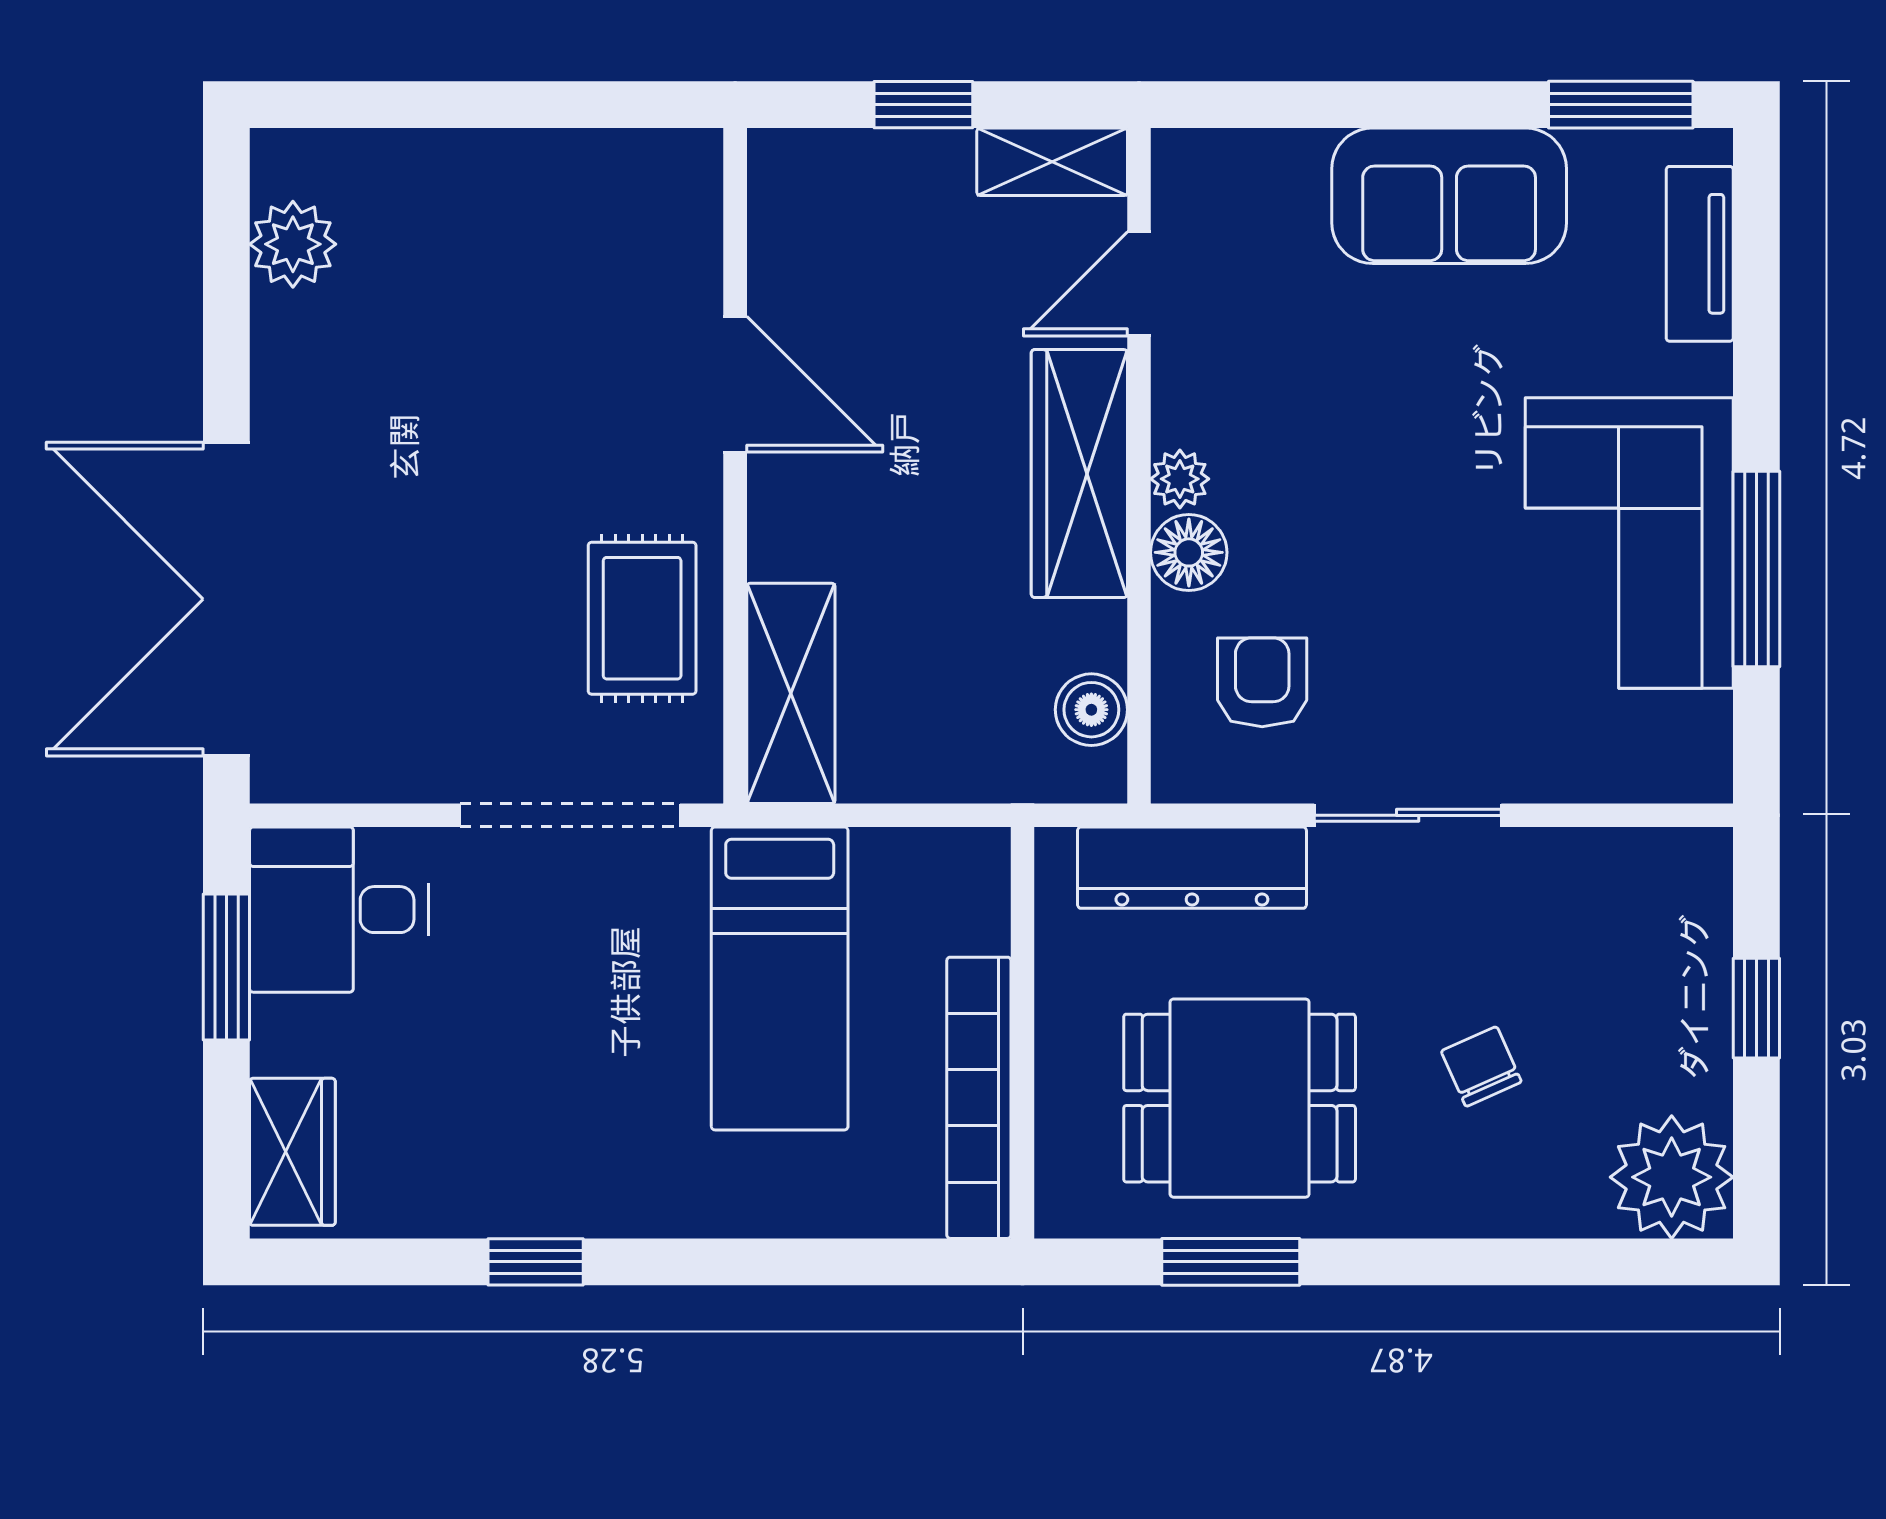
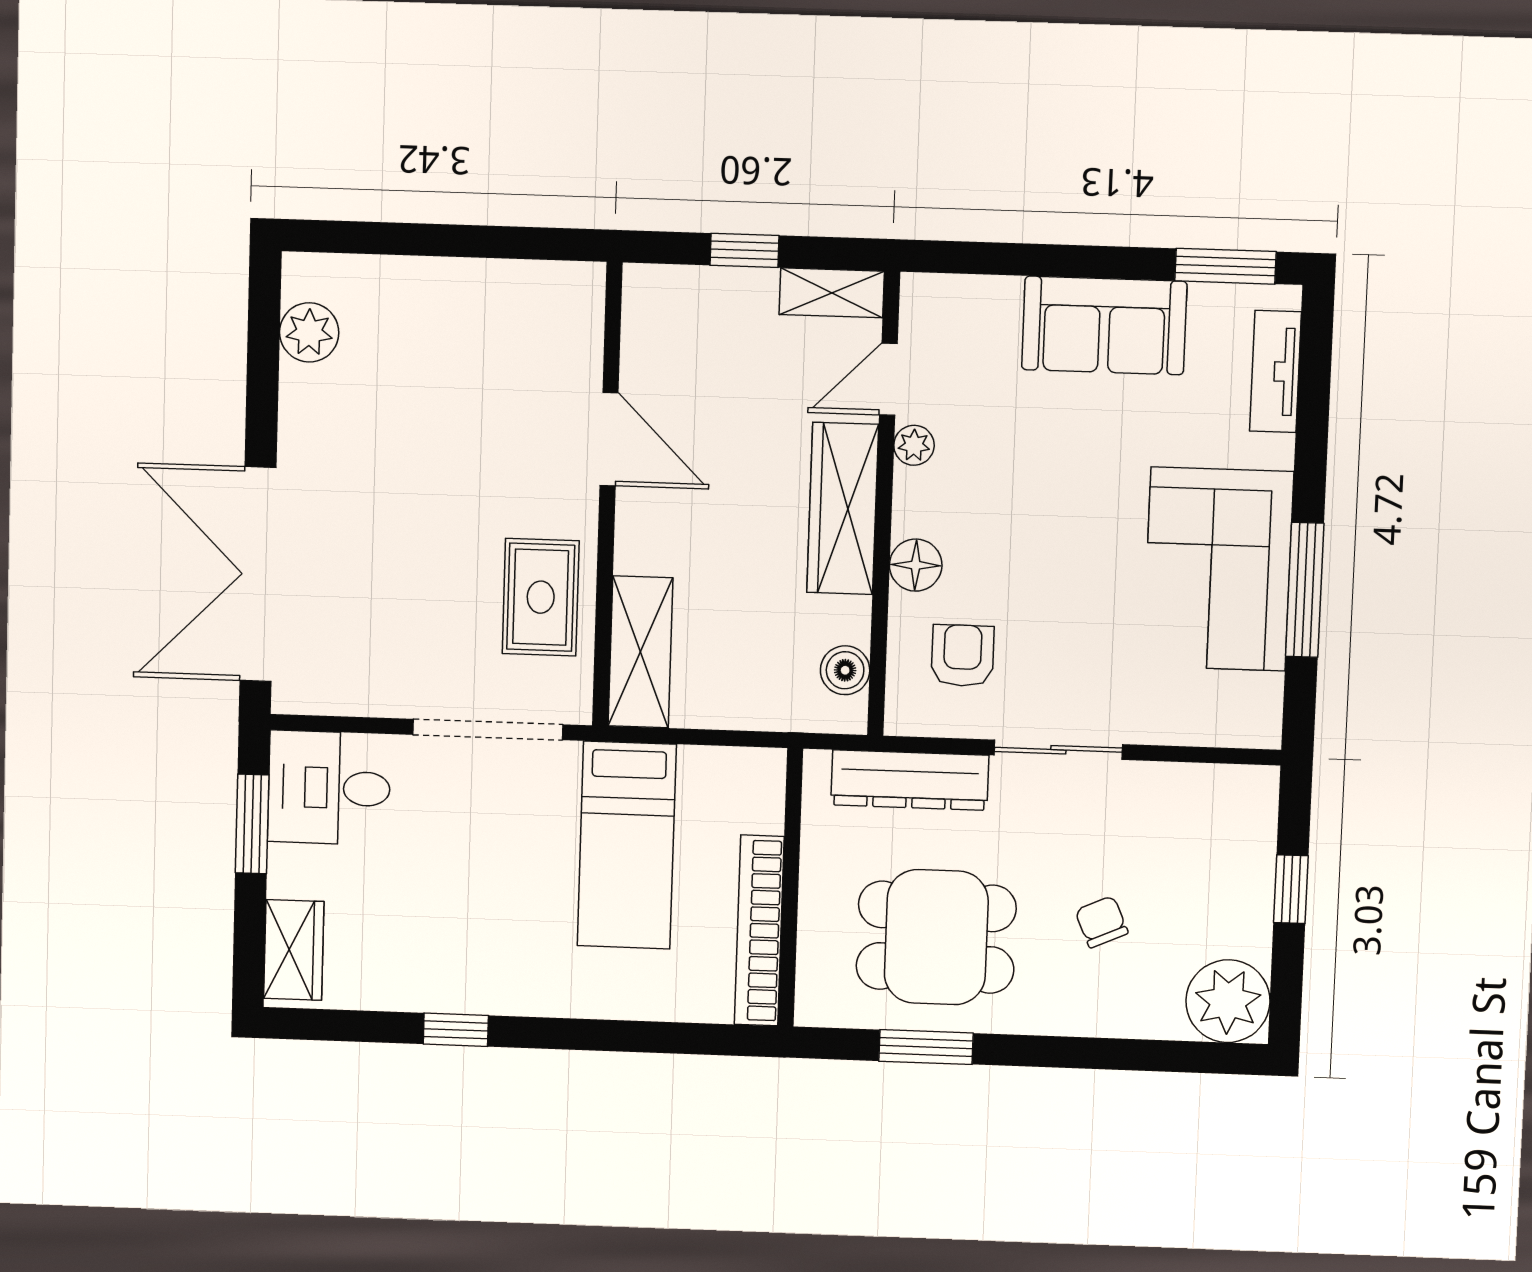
plant: (1180, 479) -> (914, 445), moved

